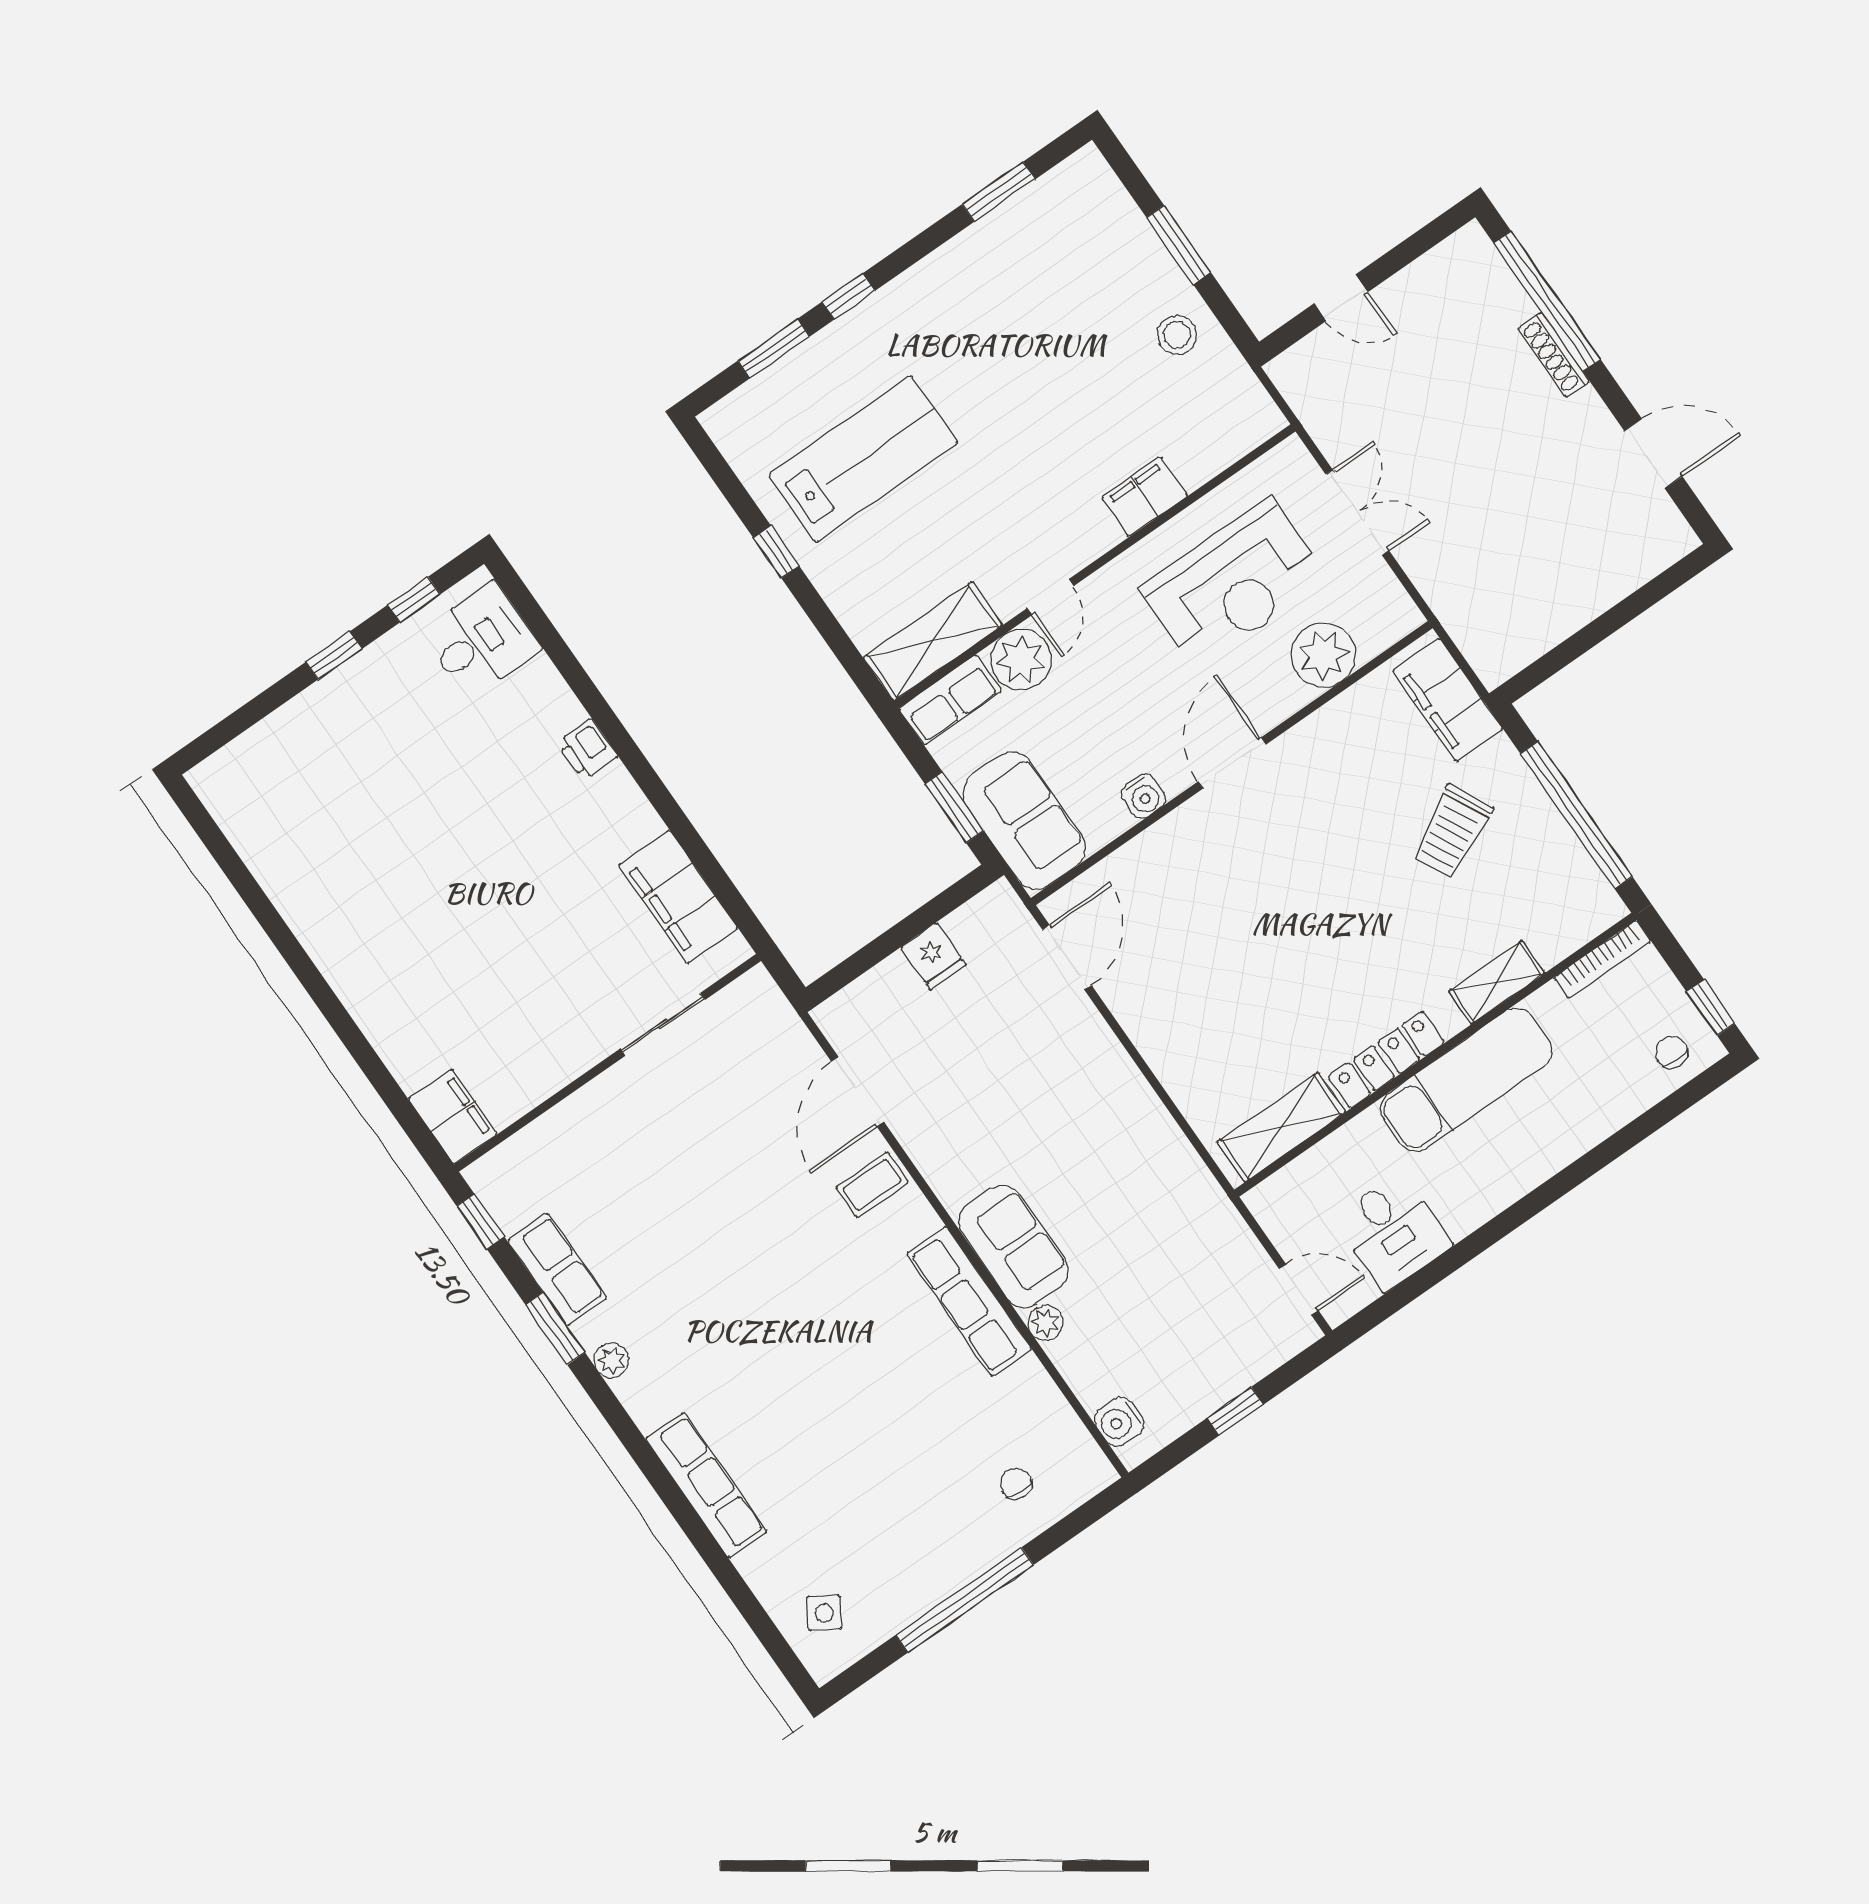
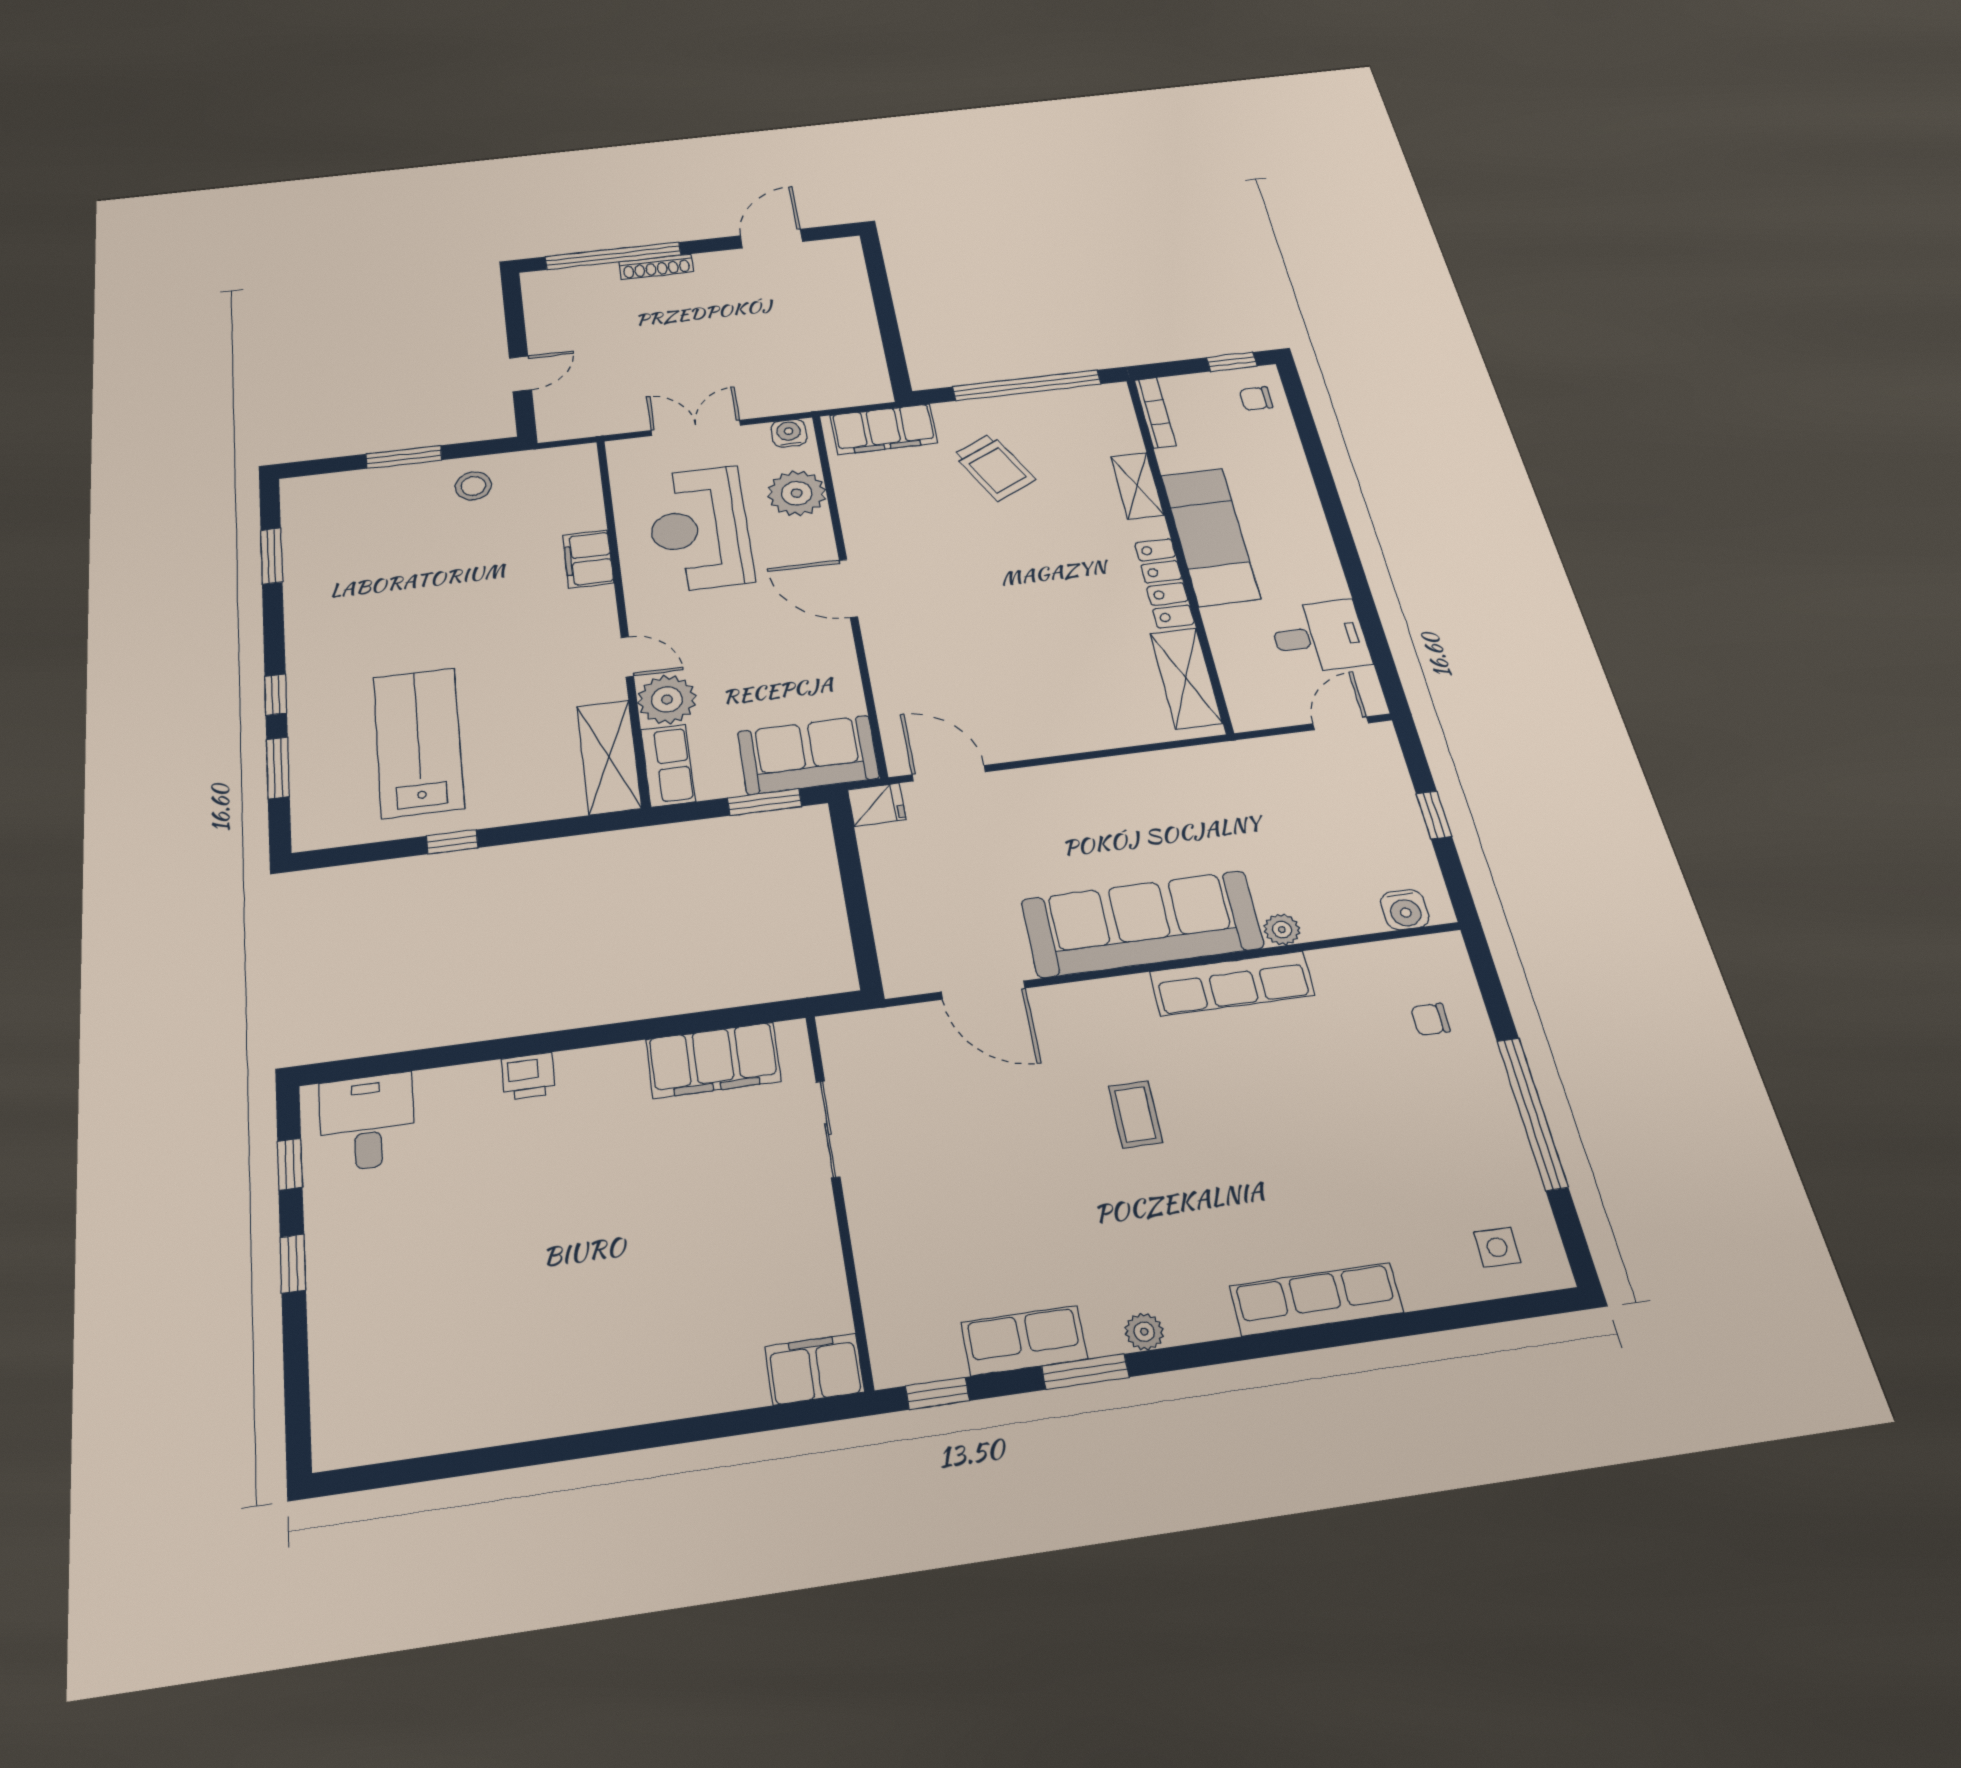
reception desk: (1234, 583) -> (699, 529), turned 180
water cooler: (1144, 796) -> (789, 433), moved, turned -90
fridge: (933, 956) -> (877, 805), moved
coffee table: (872, 1185) -> (1135, 1114), moved
sofa: (1013, 1247) -> (1142, 924), width x1.85, depth x1.27
side table: (824, 1613) -> (1497, 1247), turned -31

